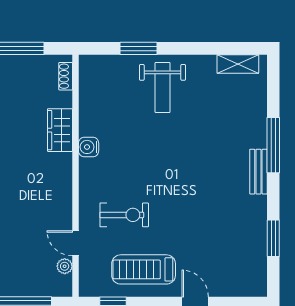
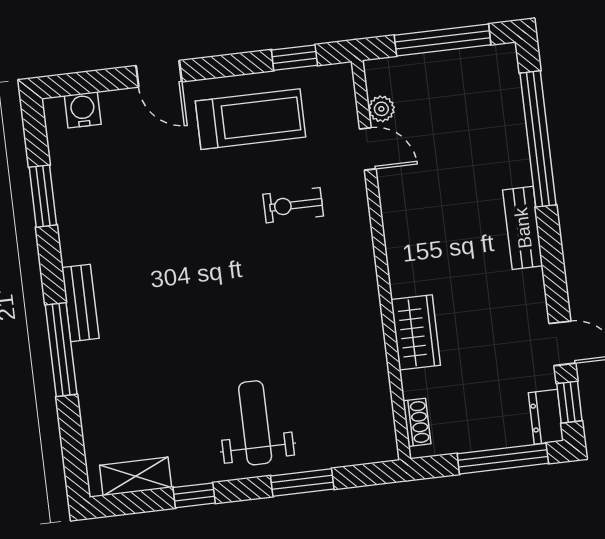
window: (204, 48) -> (194, 495), added
water cooler: (89, 147) -> (83, 110), moved, turned -90
exercise bike: (124, 215) -> (293, 205), width x0.73, depth x0.72

